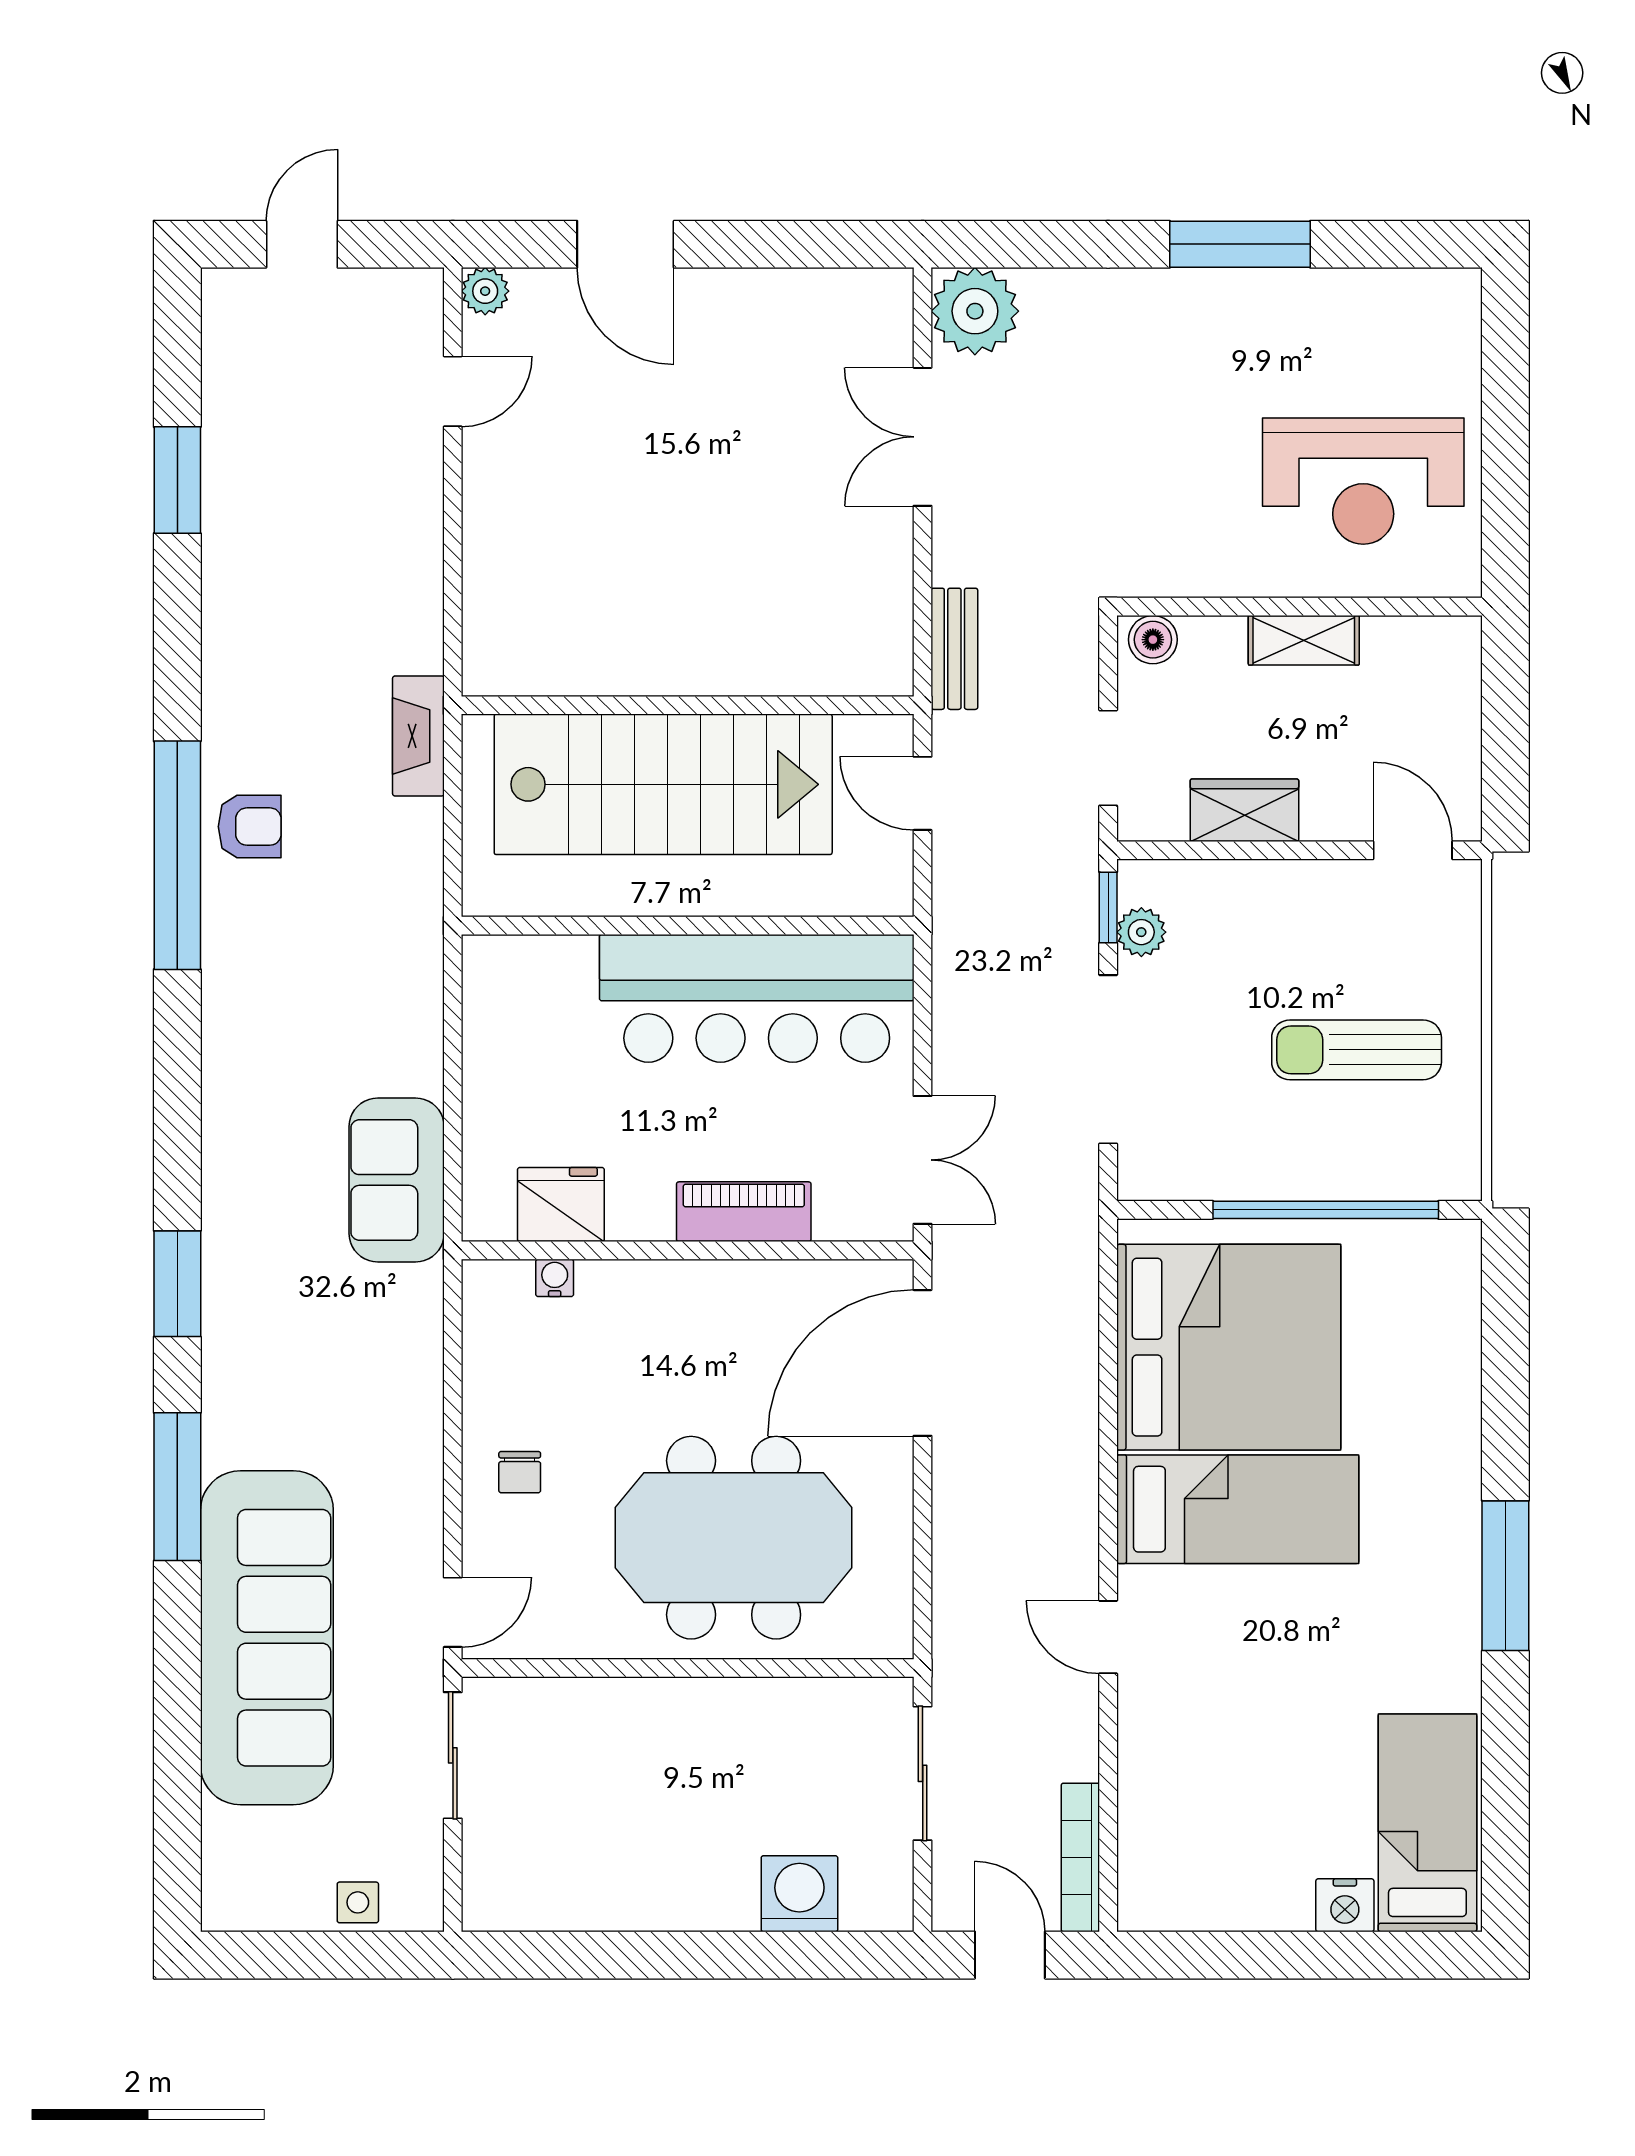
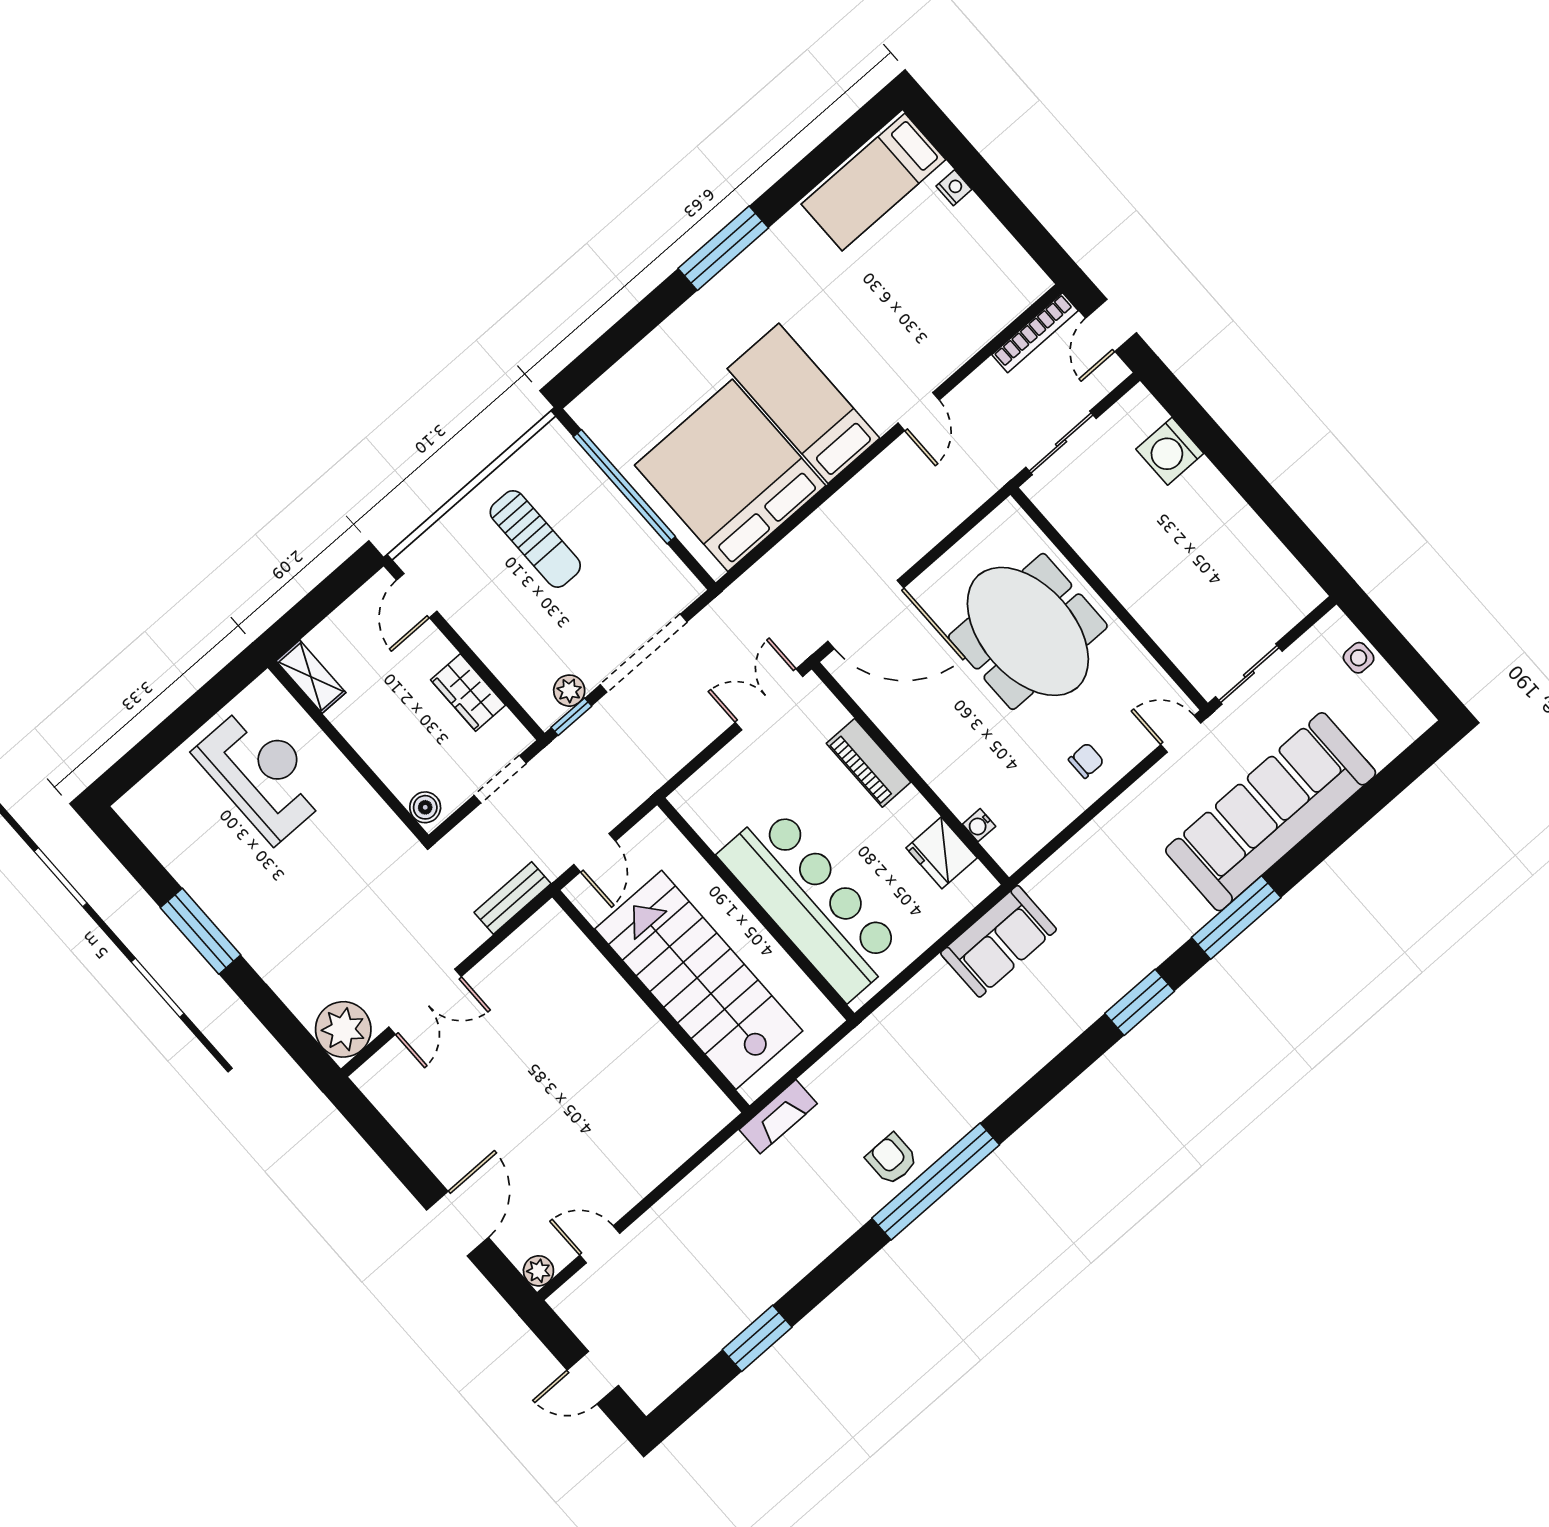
shelving: (1304, 640) -> (311, 677), moved
bar counter: (757, 998) -> (812, 903), moved
nightstand: (1345, 1905) -> (954, 188), width x0.72, depth x0.74

